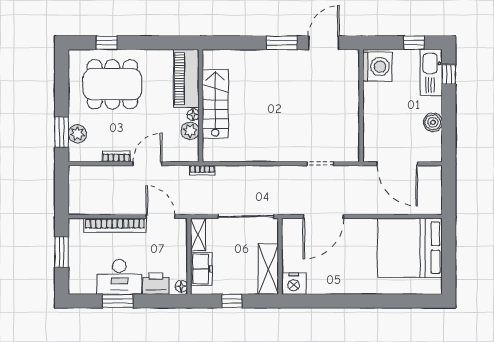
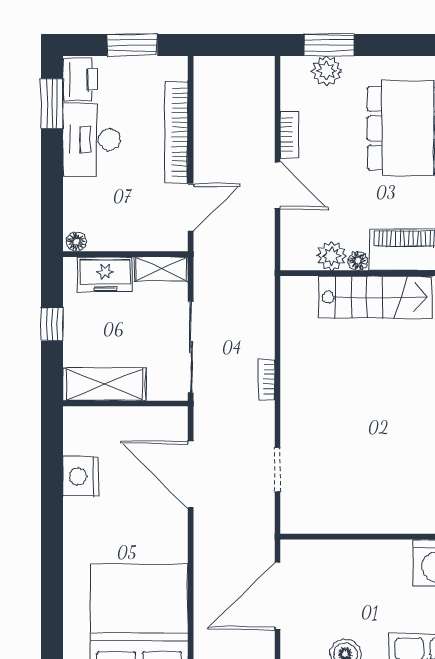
bookcase: (202, 170) -> (267, 379), moved
printer: (156, 284) -> (81, 80), moved
nightstand: (294, 284) -> (81, 476), moved
window: (118, 301) -> (52, 104), moved

